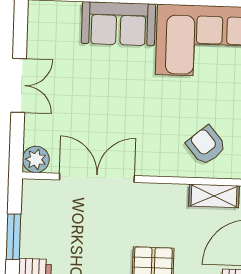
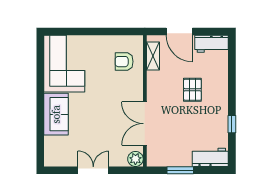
armchair: (206, 145) -> (124, 62), turned 40

